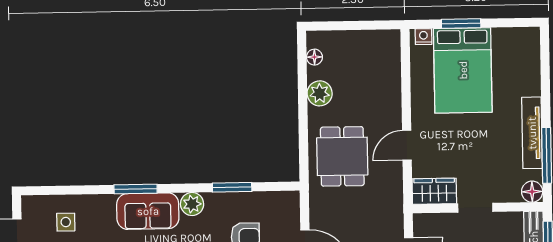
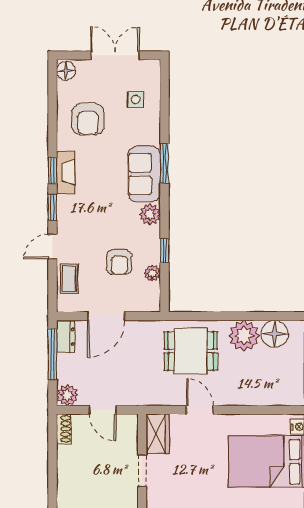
floor lamp: (314, 57) -> (275, 334), width x1.89, depth x1.89
plant: (320, 93) -> (244, 336), width x1.36, depth x1.36
window: (232, 187) -> (165, 251), width x0.67
plant: (257, 200) -> (152, 273), added

